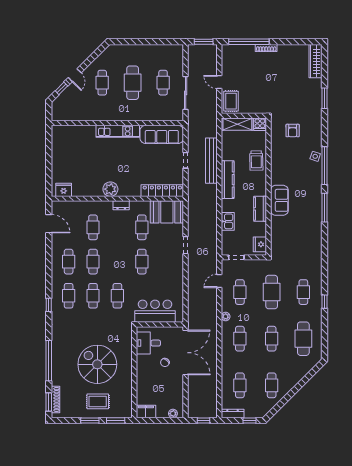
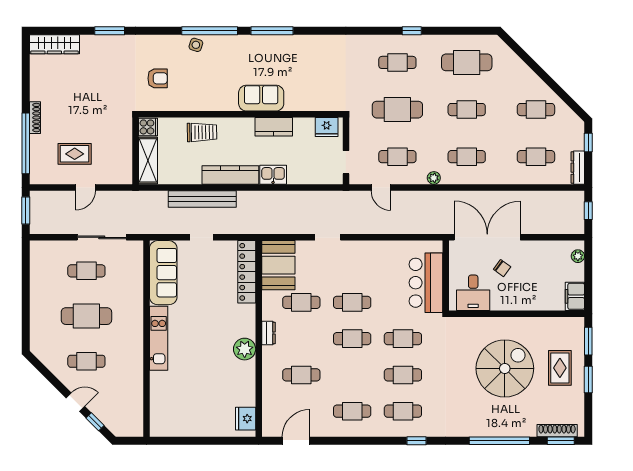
rug: (231, 101) -> (75, 154), moved
kitchen sink: (228, 221) -> (273, 175), moved
cafe table: (93, 262) -> (352, 339), moved
spiral stairs: (97, 364) -> (505, 368), turned 180

